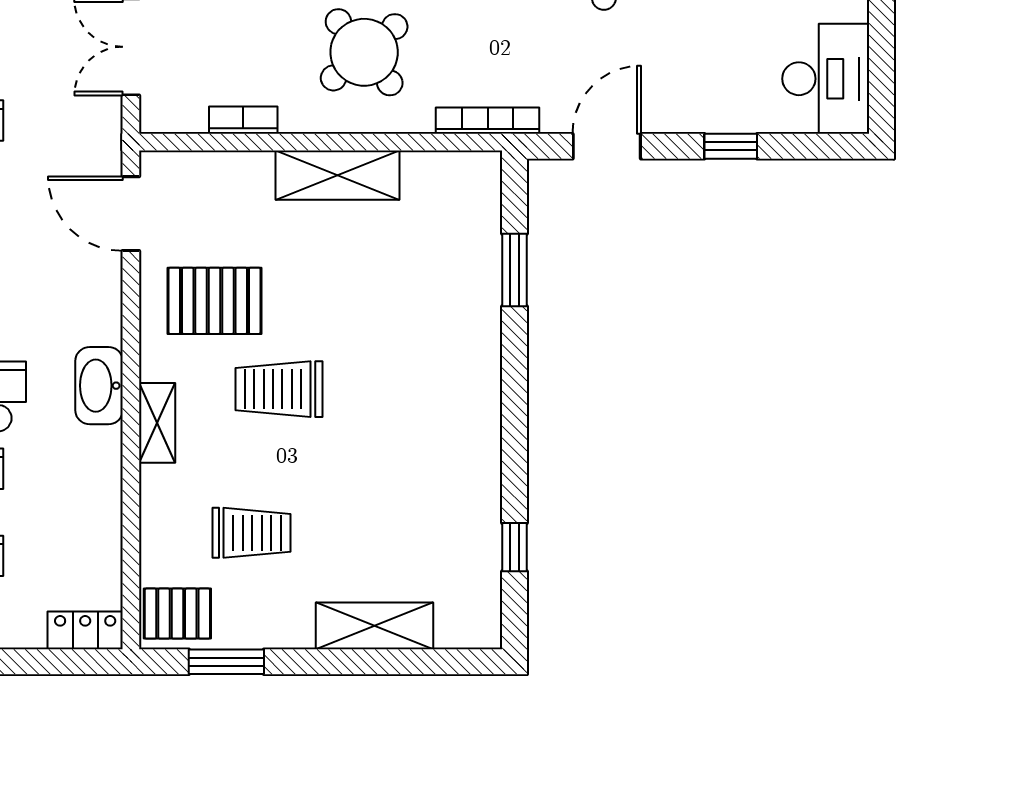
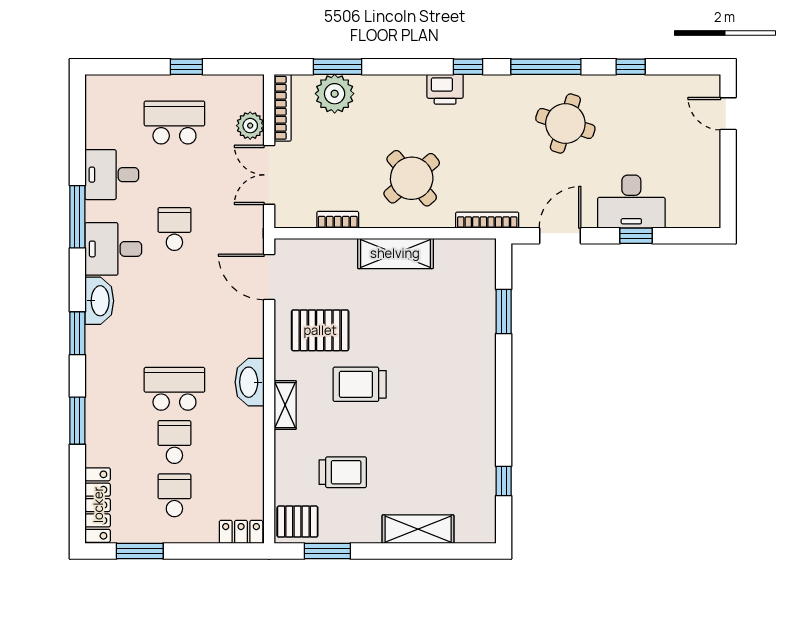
desk: (826, 79) -> (631, 202), moved, turned 90

